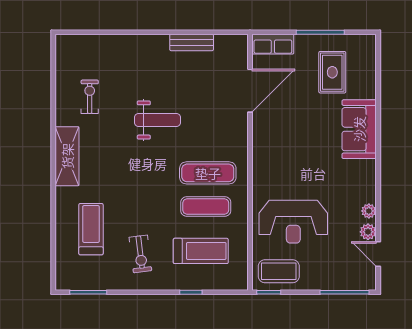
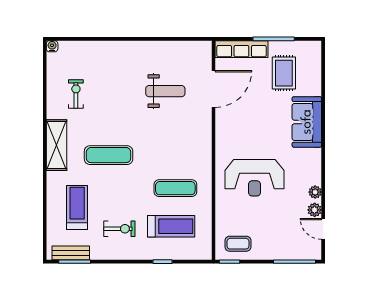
water cooler: (62, 41) -> (52, 46), added
bench: (192, 43) -> (71, 253), moved
row of seats: (273, 44) -> (241, 49), width x1.48
weight bench: (157, 120) -> (165, 91), moved
exercise mat: (208, 173) -> (109, 155), moved
reception desk: (293, 222) -> (254, 178), moved
exercise bike: (140, 254) -> (119, 229), turned -83
coffee table: (279, 271) -> (238, 244), width x0.73, depth x0.77

